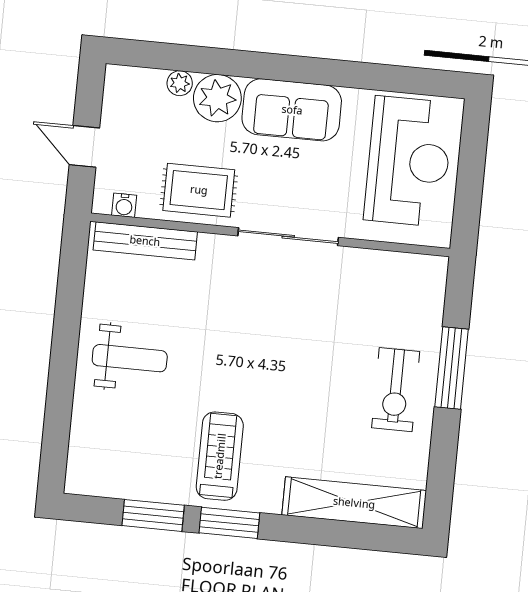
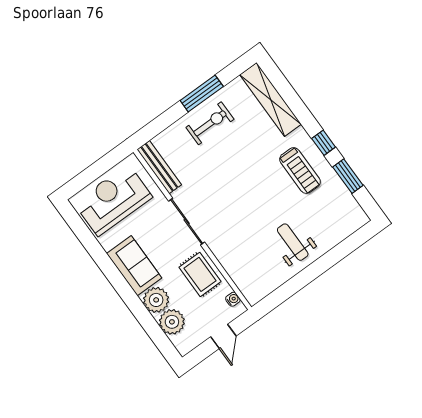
plant: (180, 83) -> (172, 322), width x1.87, depth x1.87
bench: (145, 241) -> (159, 167), moved
window: (452, 368) -> (202, 94), moved
treadmill: (220, 456) -> (300, 171), turned -90
window: (229, 523) -> (324, 143), width x0.67

